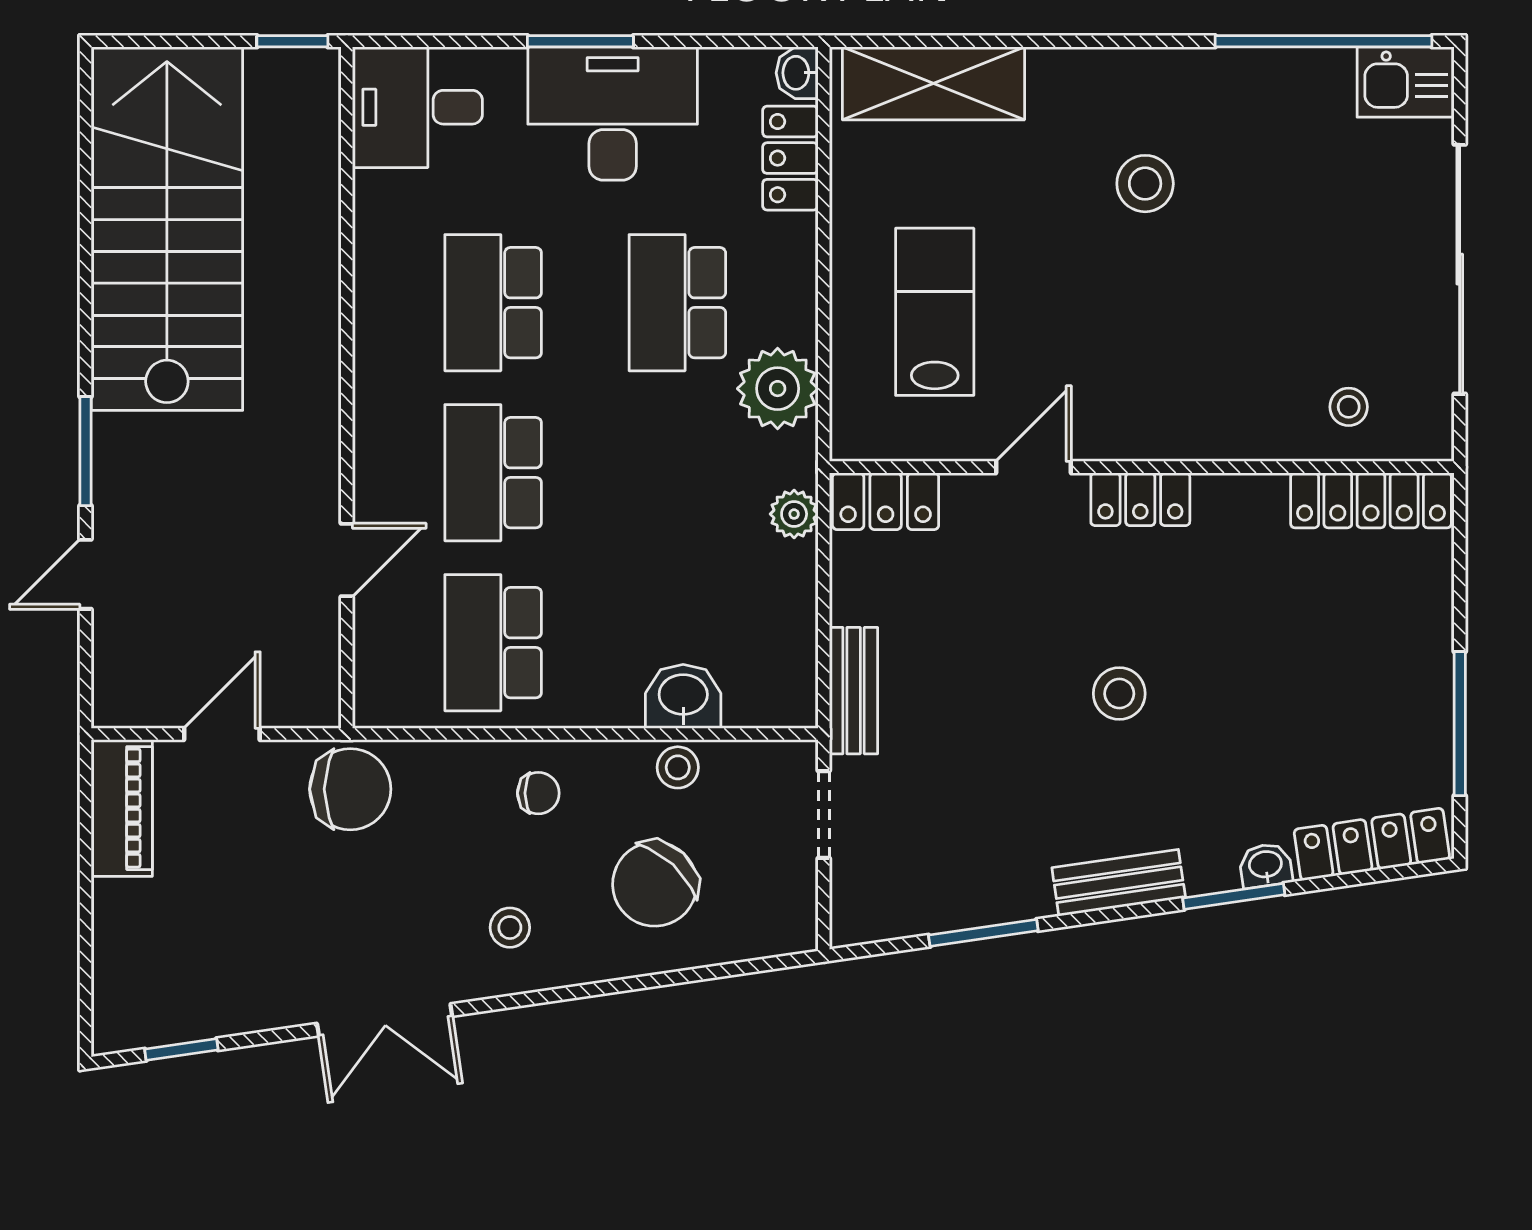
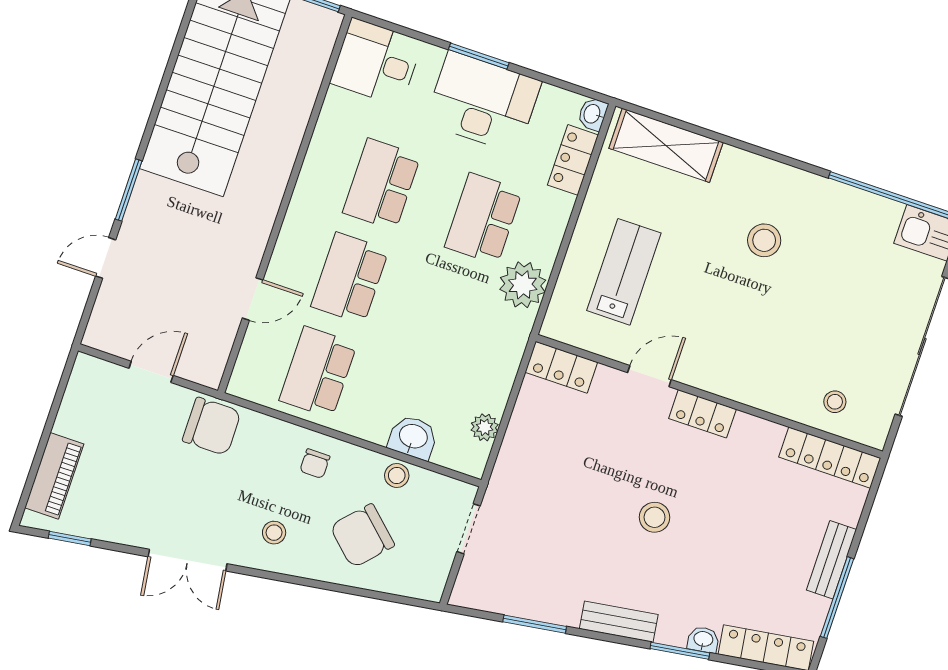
plant: (794, 514) -> (485, 427), moved
bench: (854, 691) -> (831, 560), moved
chair: (538, 793) -> (315, 464), turned 90
piano: (122, 808) -> (54, 476), moved

